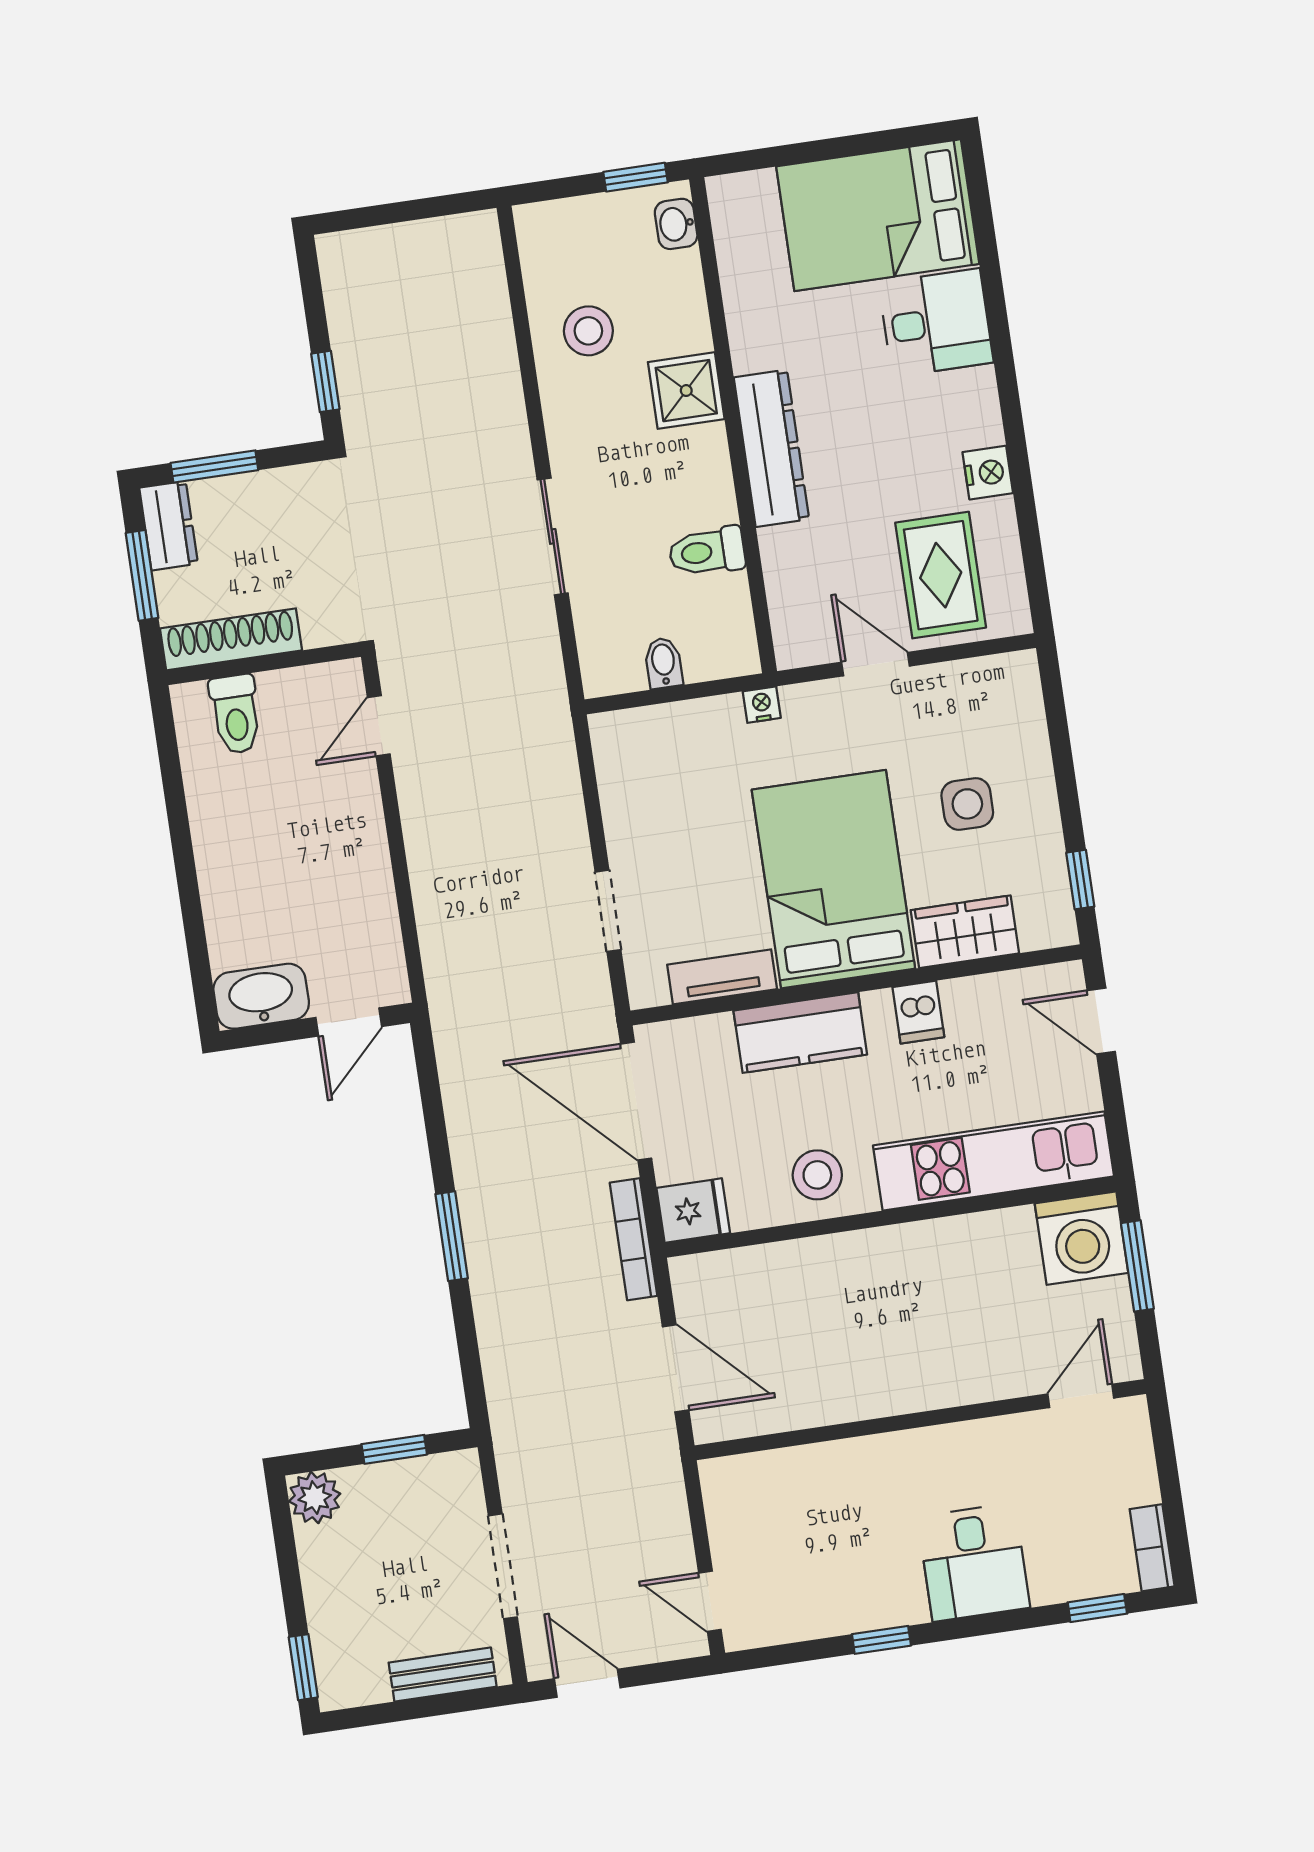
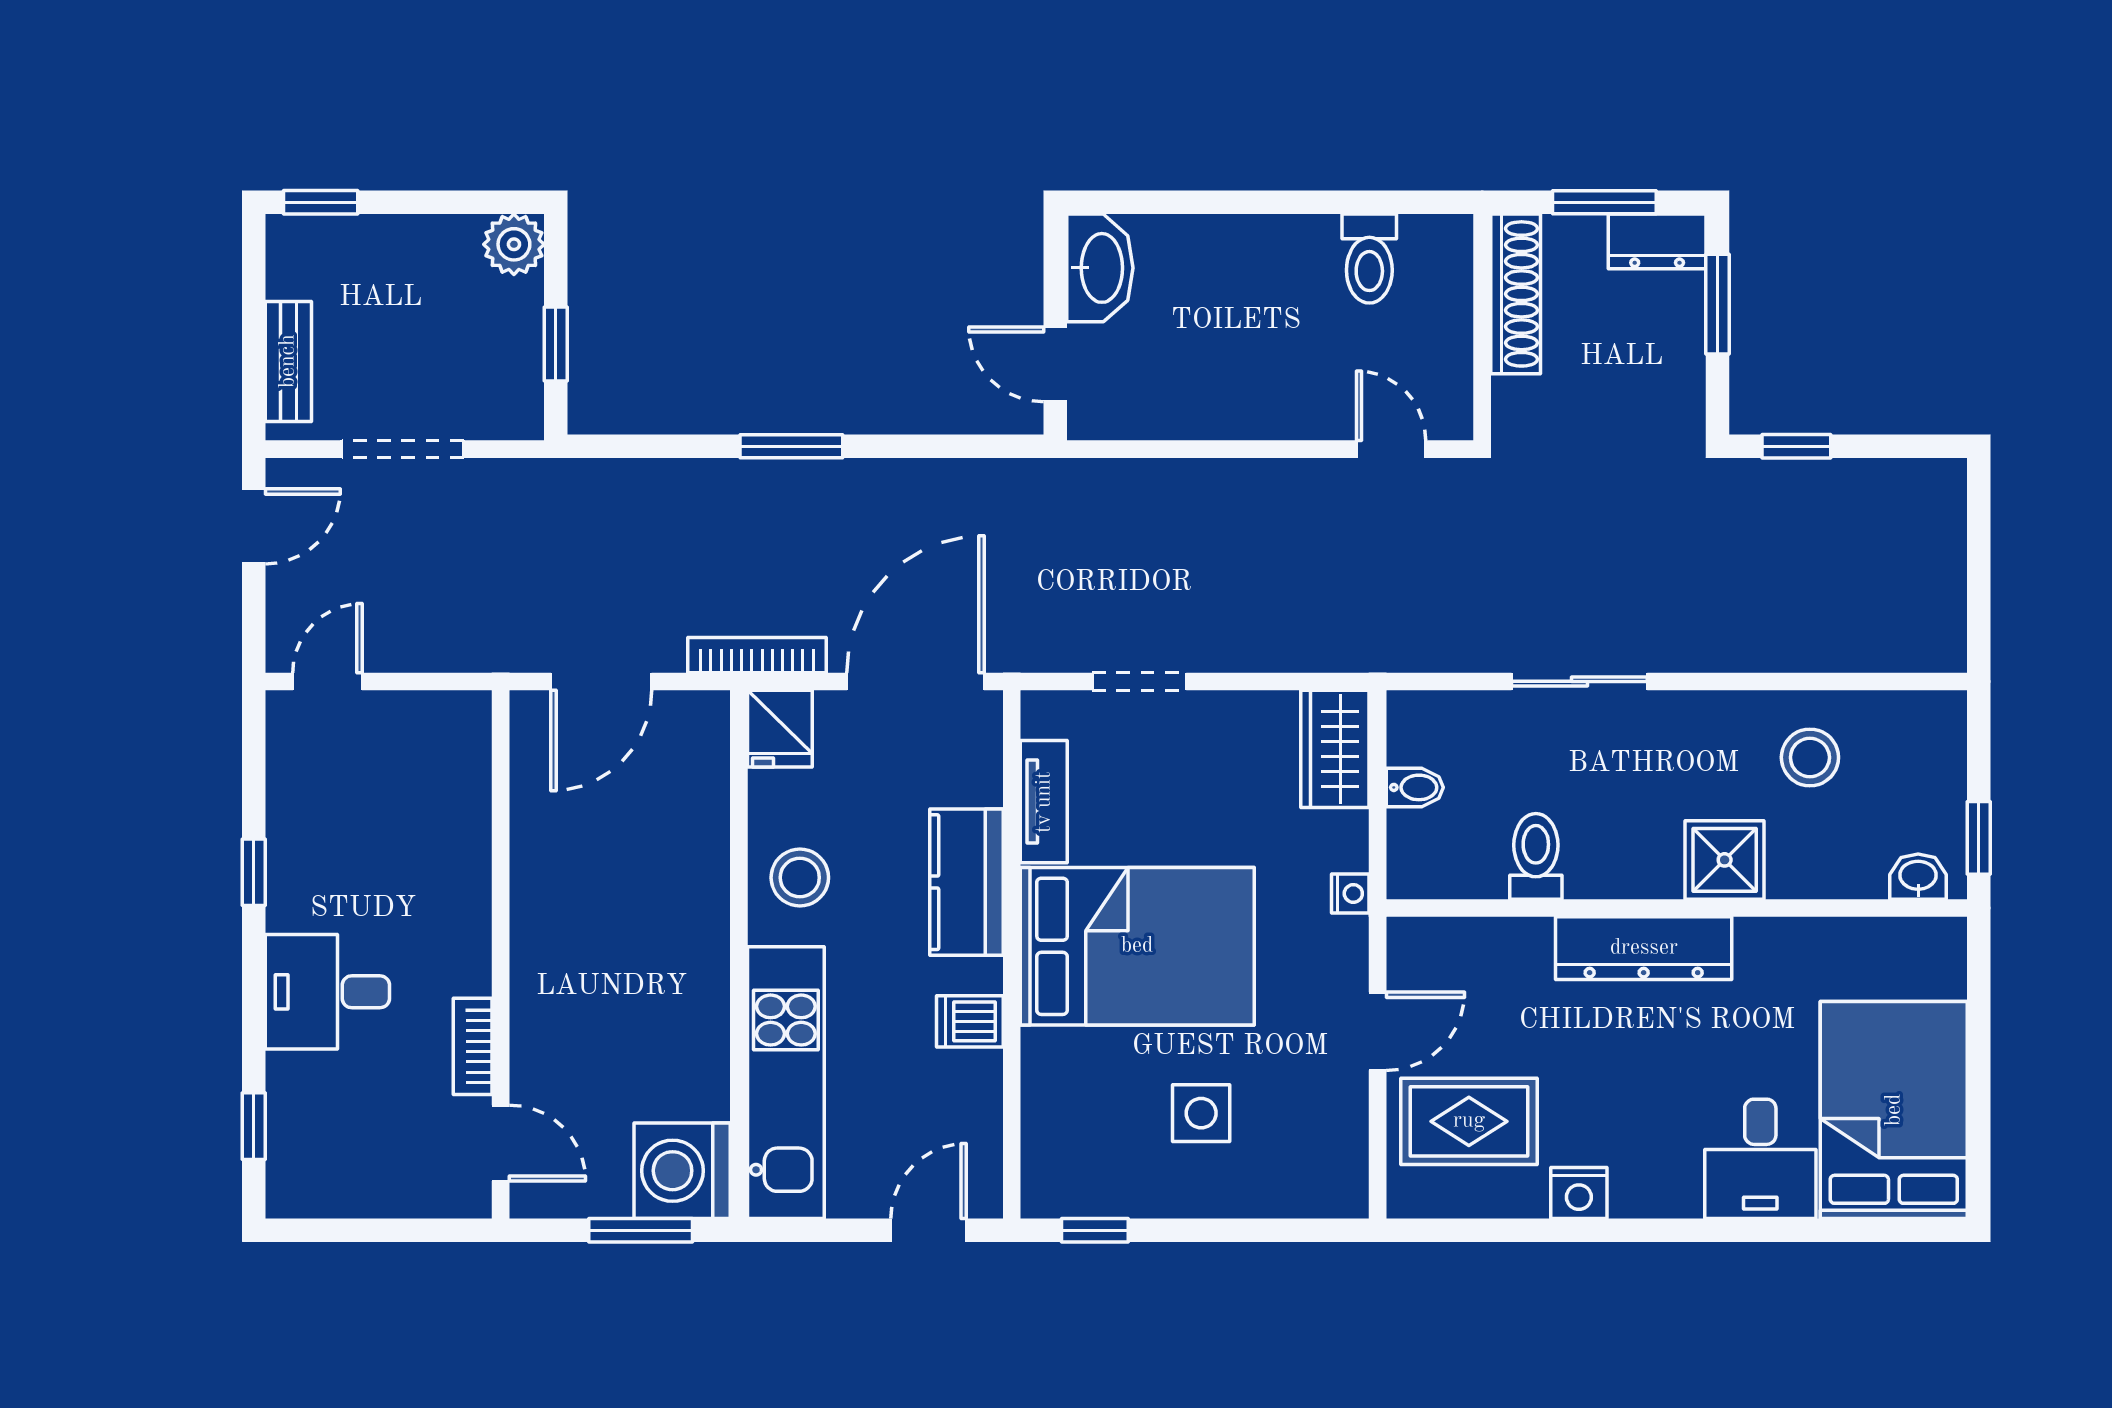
toilet: (236, 714) -> (1369, 259), moved, turned -90
wardrobe: (965, 932) -> (1335, 749), moved, turned 180
bookcase: (1152, 1548) -> (473, 1046), moved, turned -90

